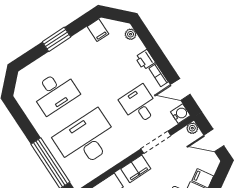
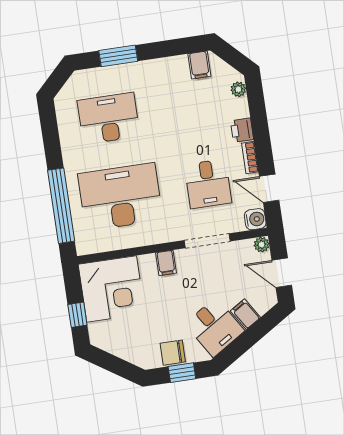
window: (56, 39) -> (118, 56), moved
desk: (55, 92) -> (109, 118), turned 180
desk: (139, 105) -> (208, 184), turned 180
filing cabinet: (136, 169) -> (166, 263), width x0.50

